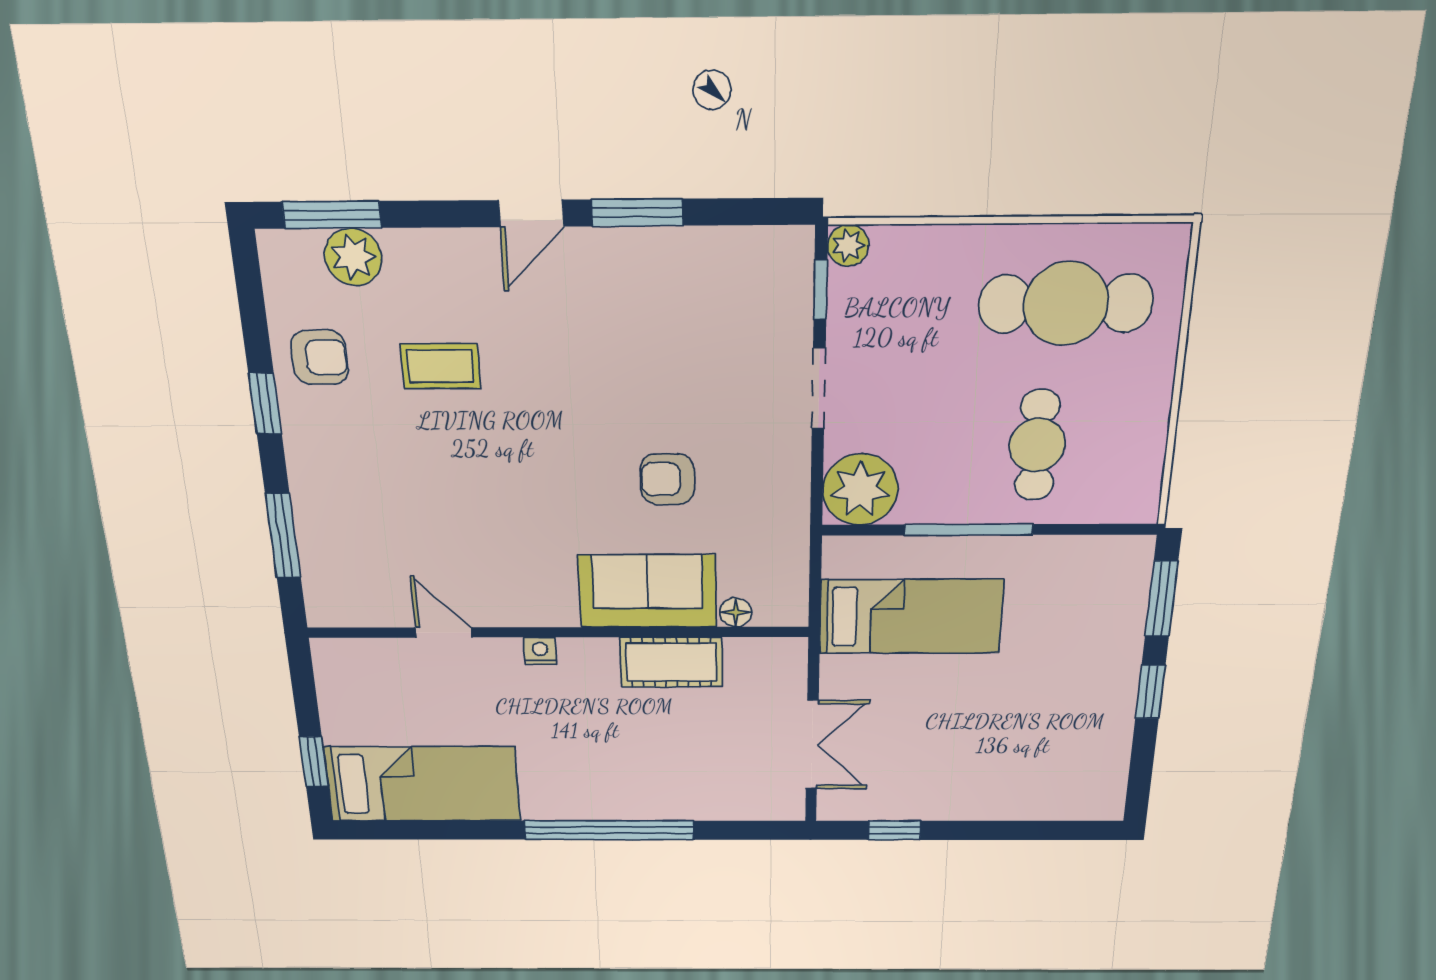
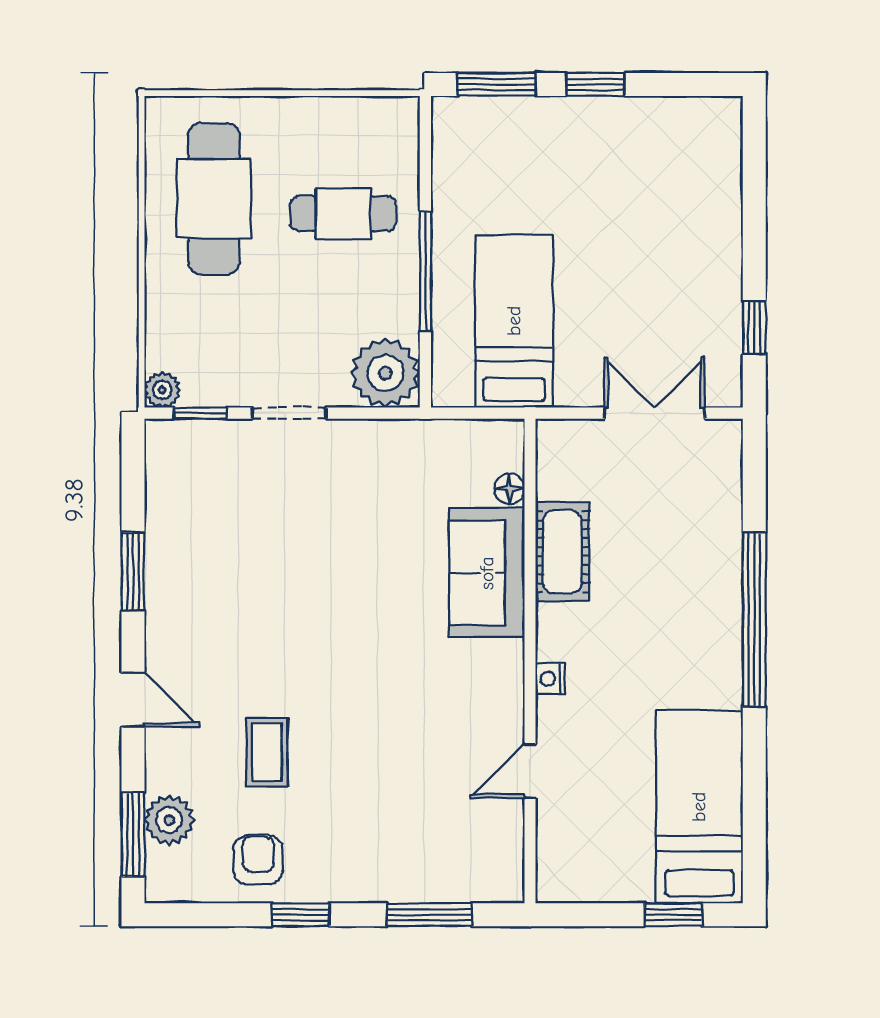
door: (531, 213) -> (133, 700), moved
armchair: (667, 479) -> (374, 551), removed

